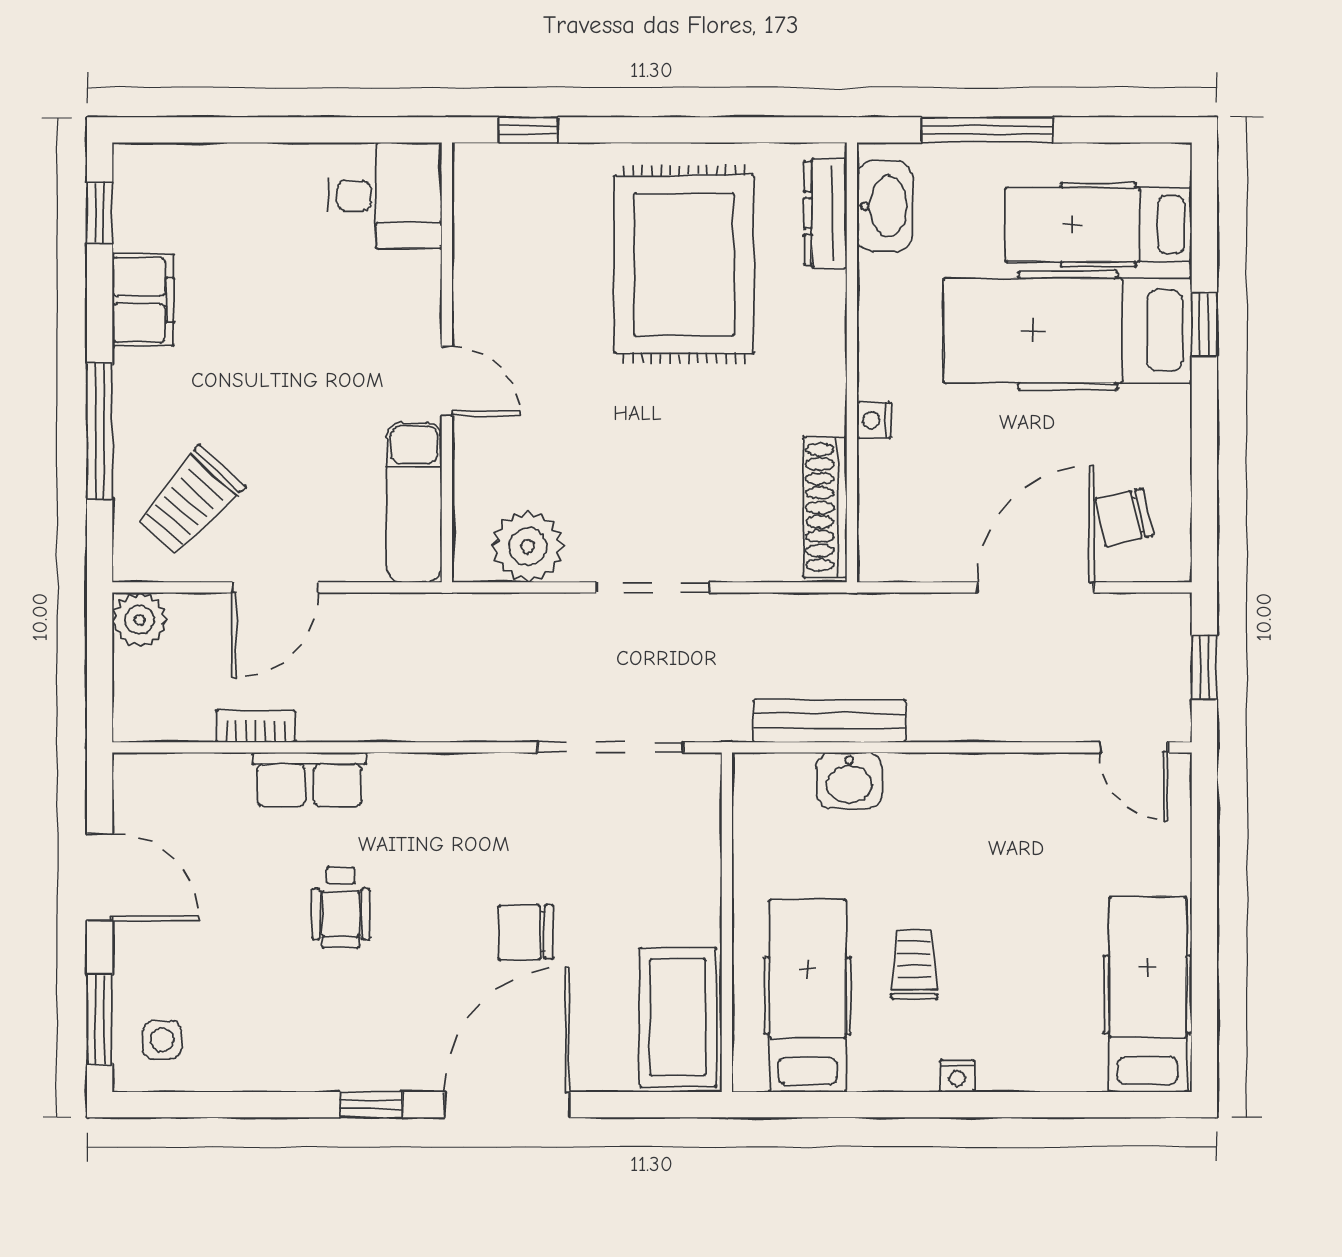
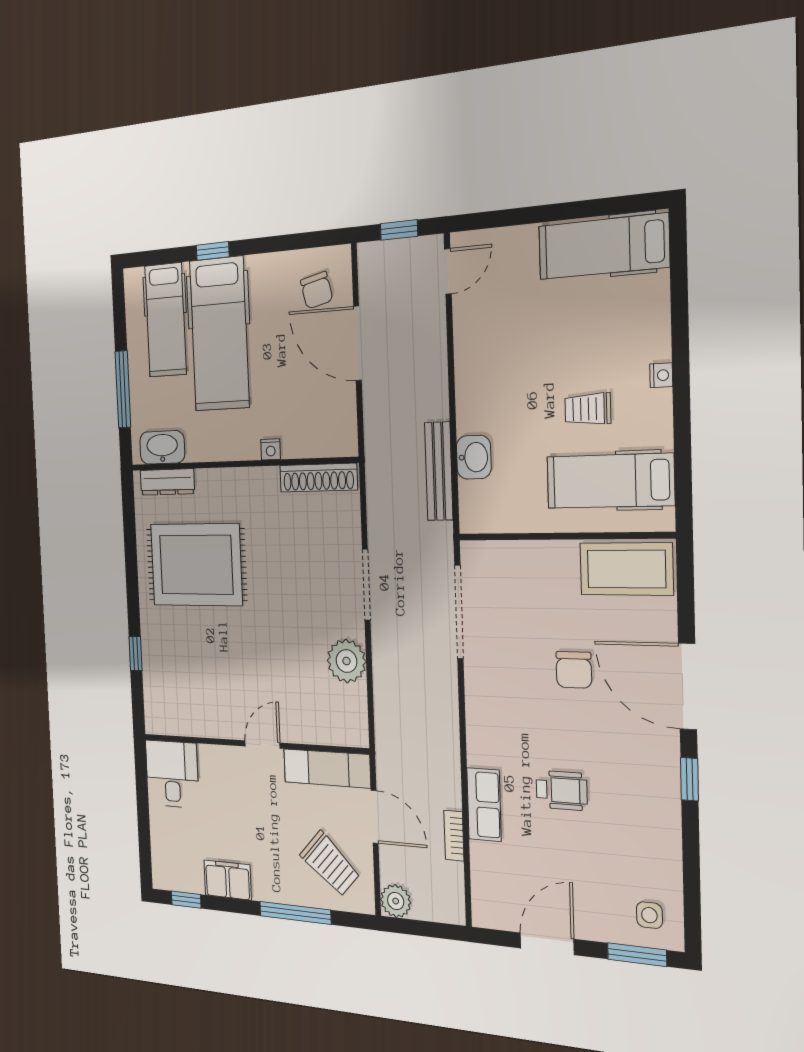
desk: (385, 195) -> (172, 774), moved
wall: (447, 362) -> (253, 744), moved
door: (447, 381) -> (262, 744), moved
exam couch: (414, 502) -> (327, 768), moved

